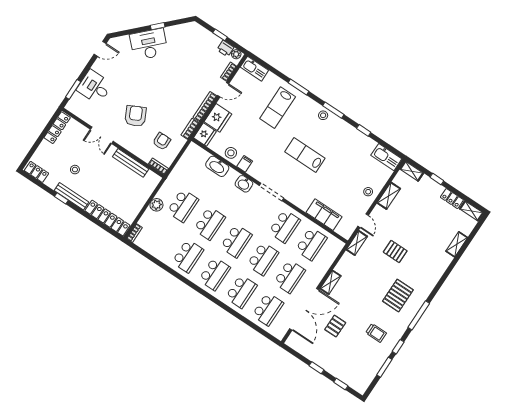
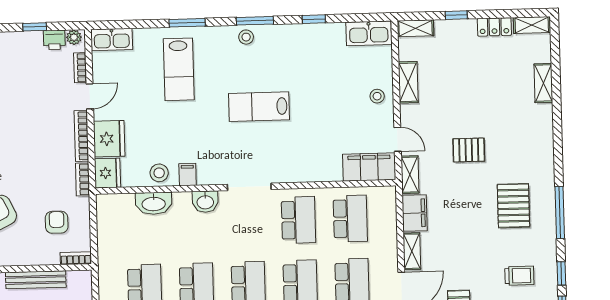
filing cabinet: (324, 215) -> (369, 167), moved
filing cabinet: (346, 264) -> (415, 213), added

